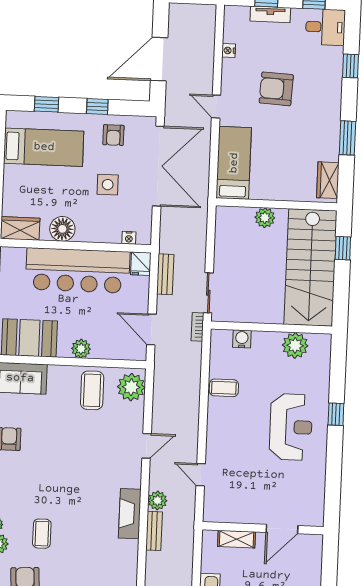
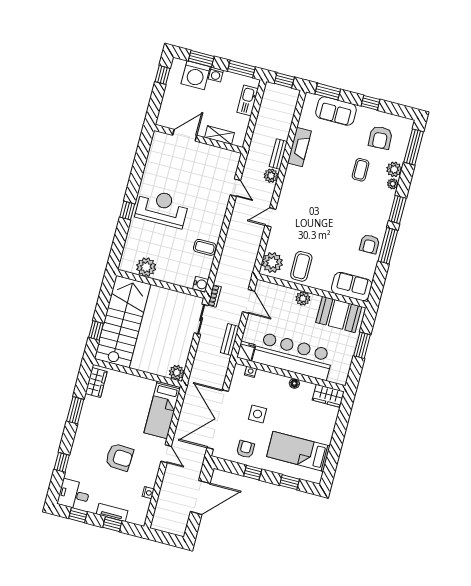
plant: (265, 218) -> (177, 373), moved
floor lamp: (62, 229) -> (294, 383), width x0.53, depth x0.53
water cooler: (242, 339) -> (201, 284), moved, turned -90
reception desk: (291, 427) -> (162, 208), turned 90
fireplace: (130, 514) -> (299, 147), moved

